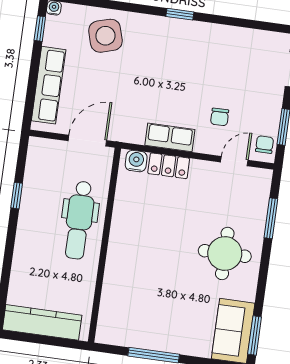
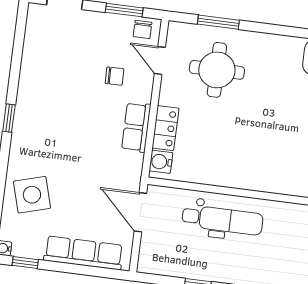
chair: (265, 145) -> (143, 29), turned -90
round table: (225, 253) -> (217, 70), moved

